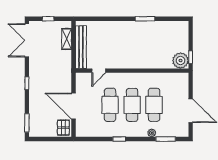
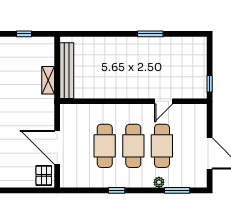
shelving: (67, 39) -> (48, 80), moved
plant: (180, 61) -> (196, 88), removed
door: (99, 71) -> (164, 101), moved

